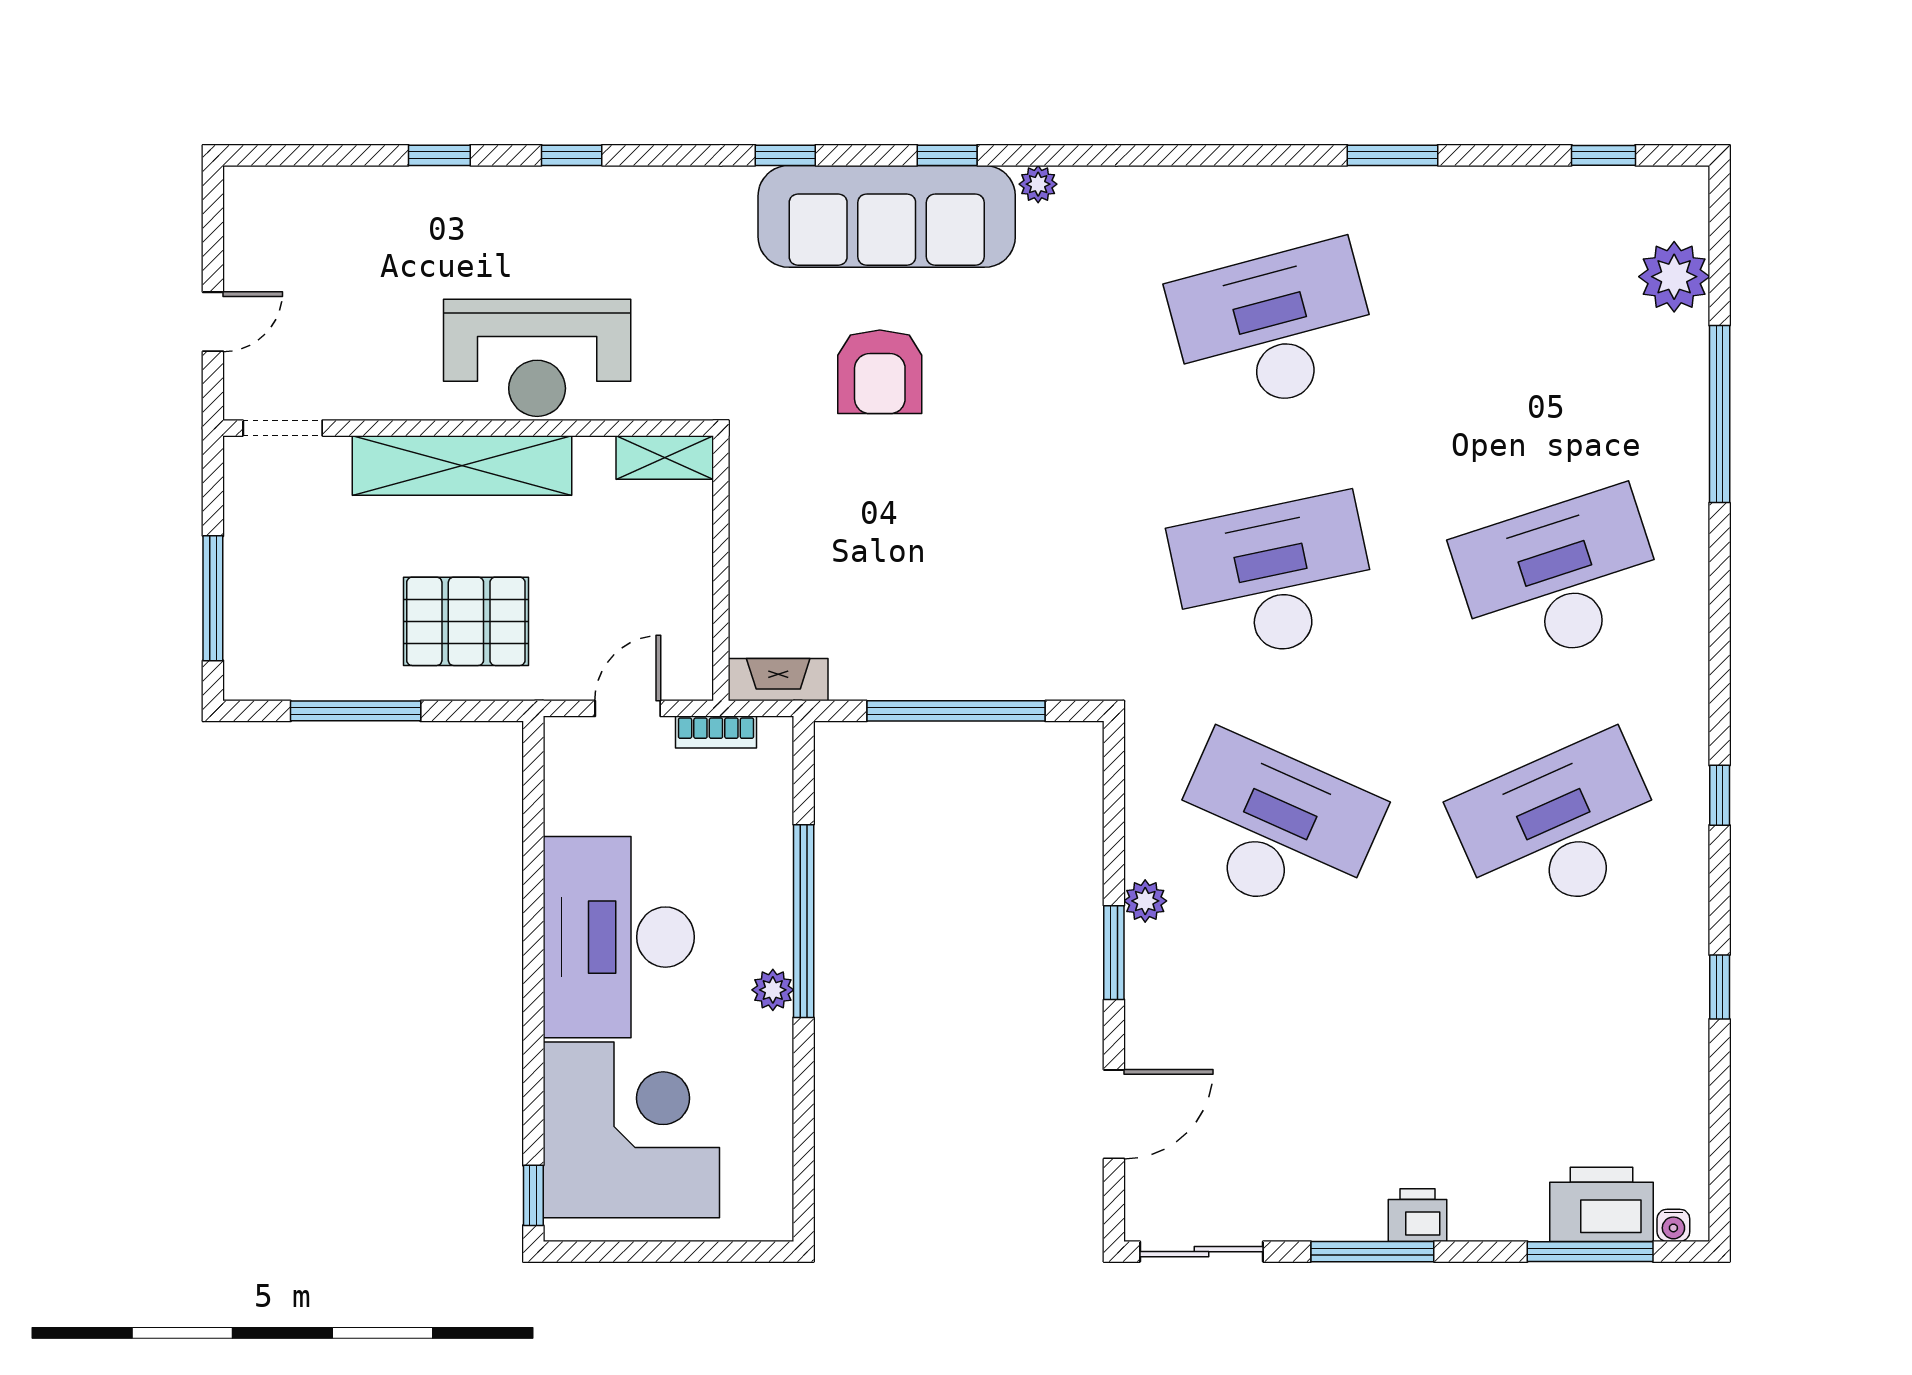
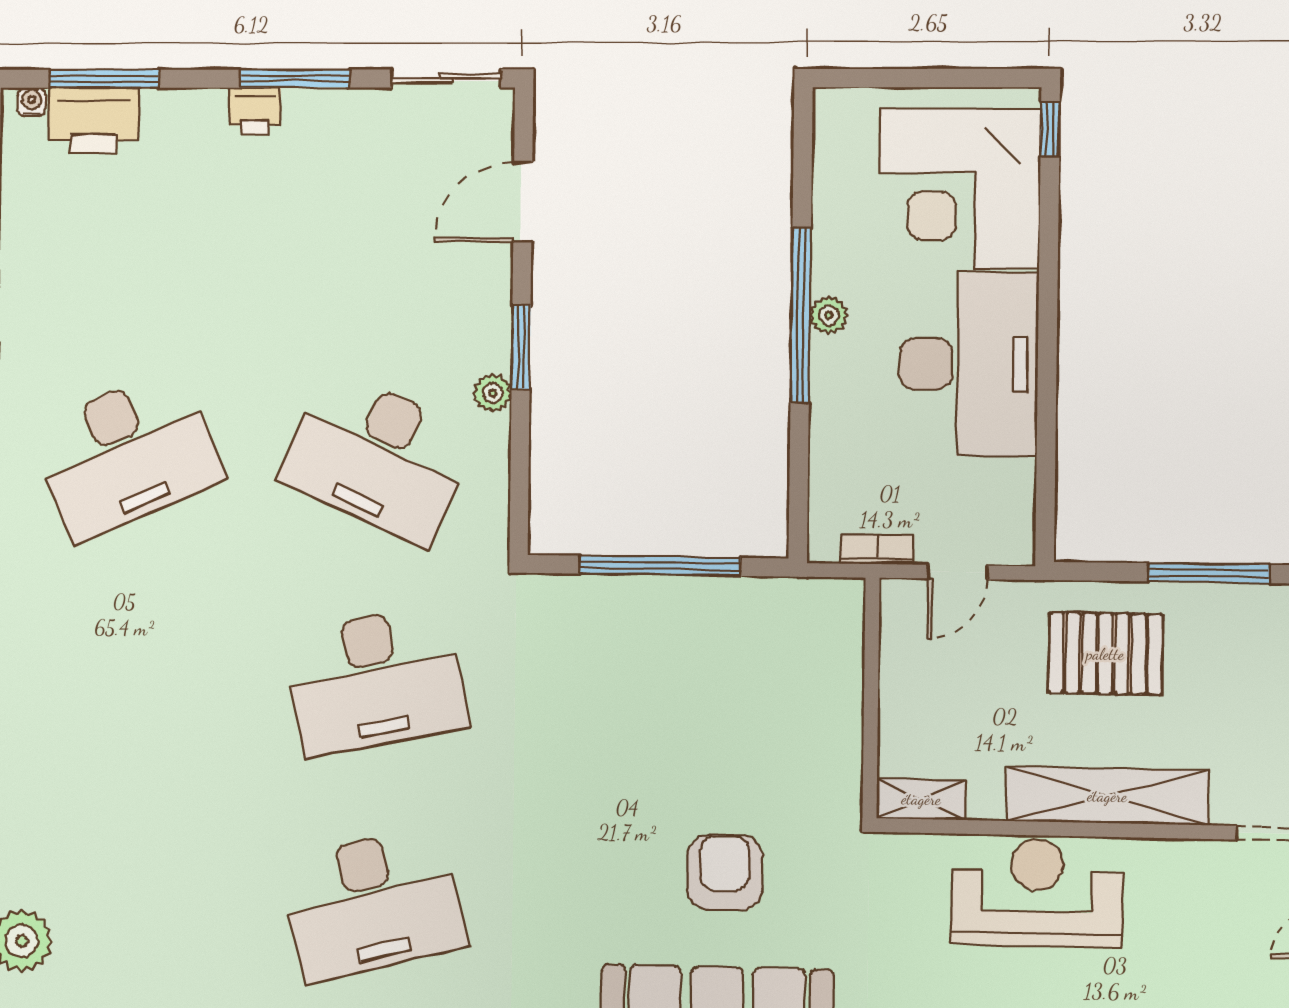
desk: (1560, 578) -> (124, 676), removed
fireplace: (778, 680) -> (820, 596), removed
window: (804, 921) -> (801, 315), moved

